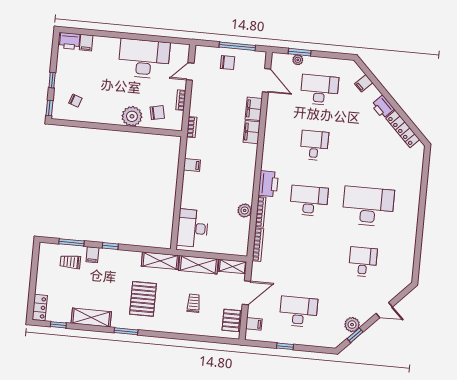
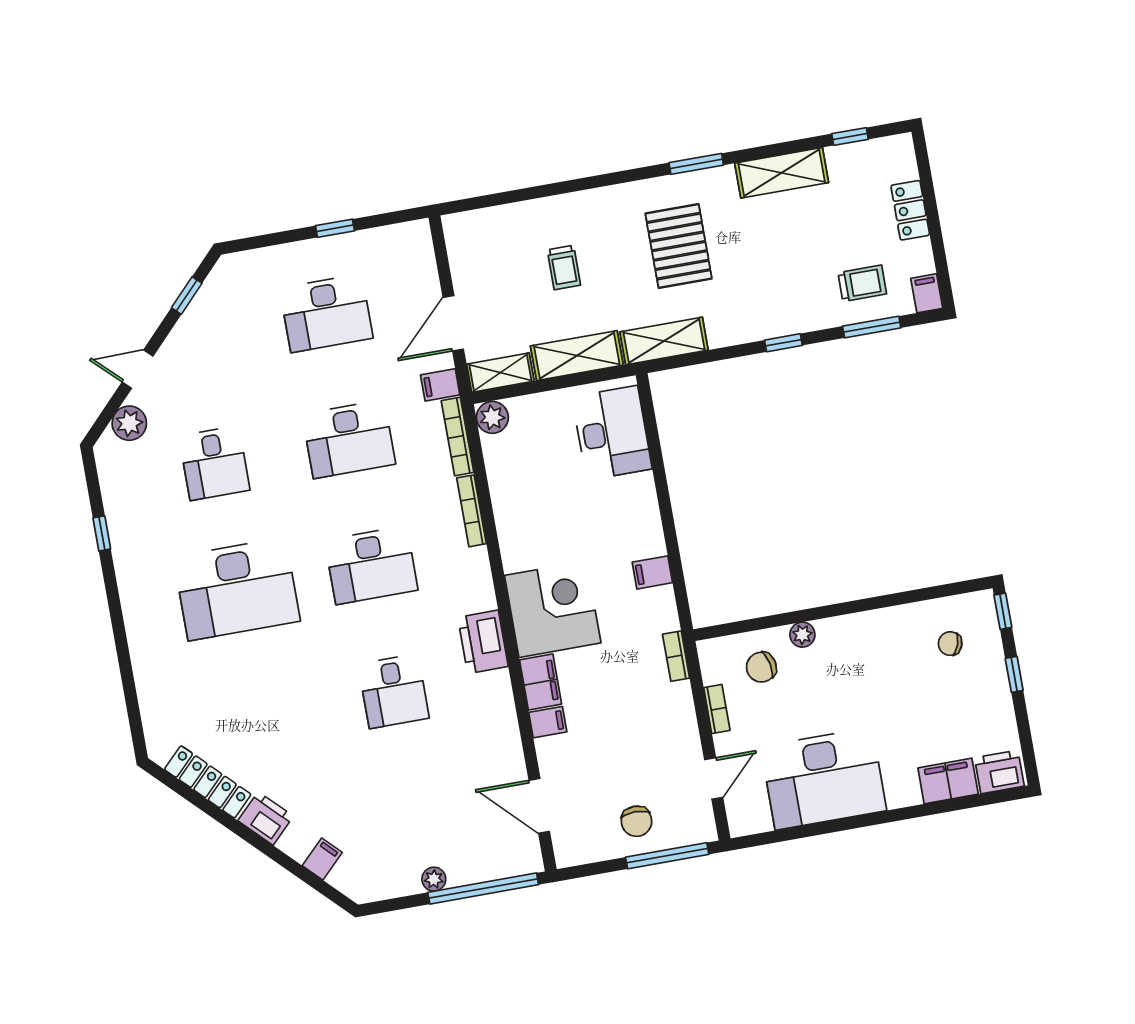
filing cabinet: (86, 43) -> (948, 781), width x2.00
window: (237, 46) -> (667, 856), moved
window: (300, 52) -> (483, 888), width x2.11
plant: (298, 60) -> (434, 879), moved
chair: (228, 63) -> (637, 821), turned -90
desk: (319, 90) -> (349, 439), moved
filing cabinet: (254, 109) -> (548, 722), width x0.50
plant: (132, 116) -> (802, 635), width x0.53, depth x0.53
corner desk: (238, 161) -> (553, 609), added
printer: (268, 184) -> (483, 642), moved
plant: (245, 210) -> (492, 417), moved
window: (418, 245) -> (102, 533), added
filing cabinet: (92, 255) -> (927, 293), moved
locker: (40, 308) -> (910, 210), moved
pallet: (231, 320) -> (470, 252), removed
filing cabinet: (254, 324) -> (440, 385), moved
plant: (352, 325) -> (129, 423), moved

